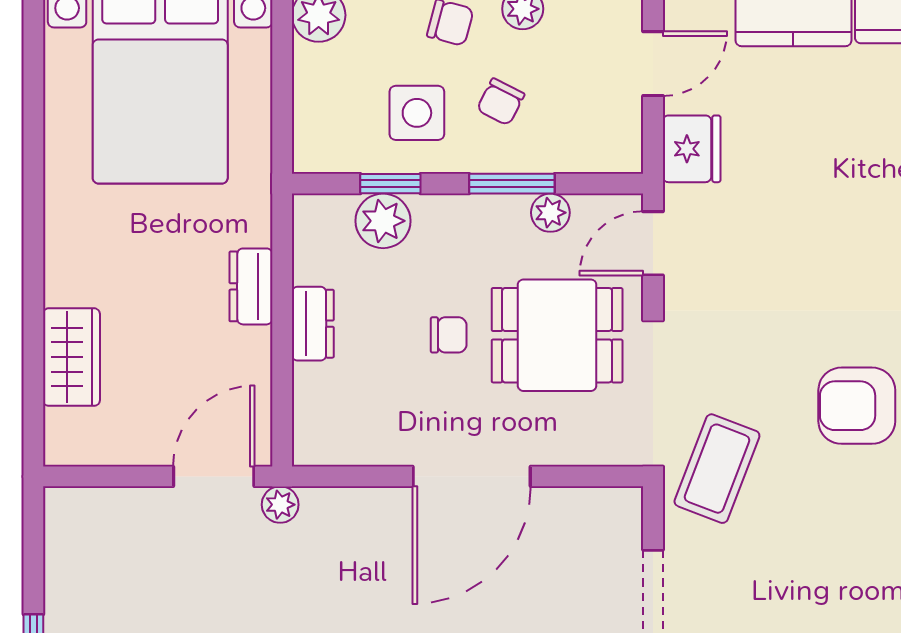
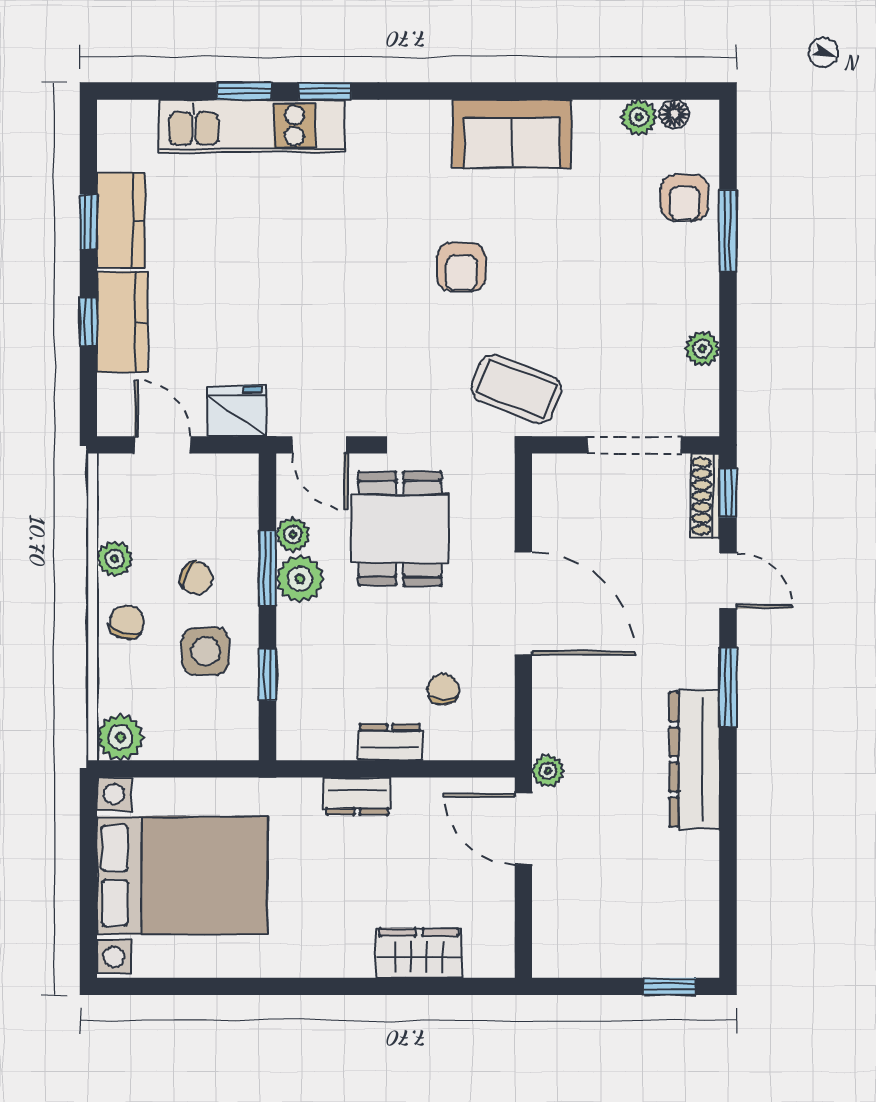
plant: (383, 221) -> (300, 579), moved
chair: (449, 335) -> (443, 689), moved
armchair: (857, 406) -> (461, 267), width x0.72, depth x0.72

